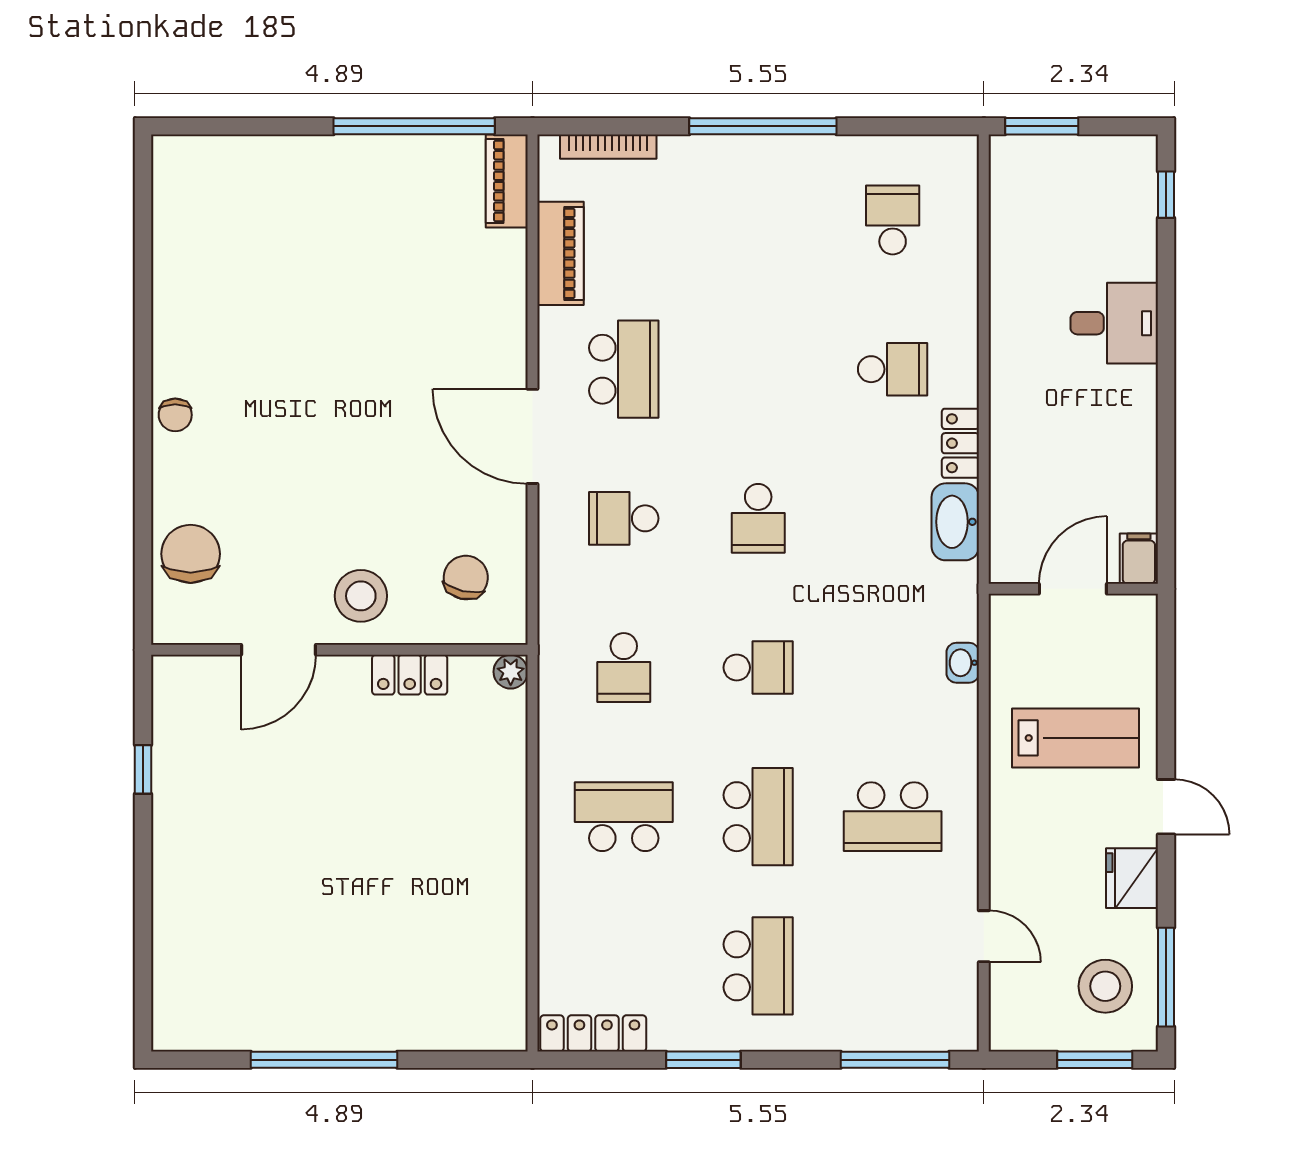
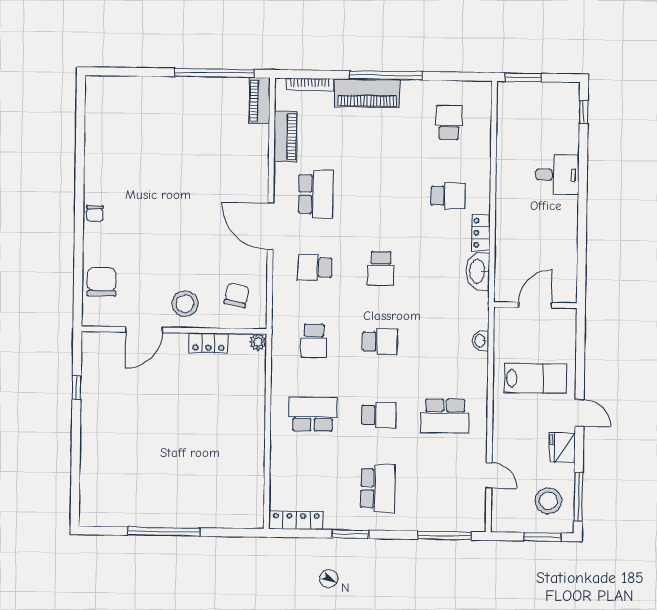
piano: (726, 163) -> (367, 93), added
filing cabinet: (1139, 559) -> (568, 291), removed
school desk: (758, 817) -> (379, 415), width x0.54

